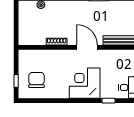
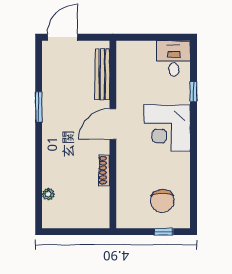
chair: (36, 80) -> (162, 201), turned -90

